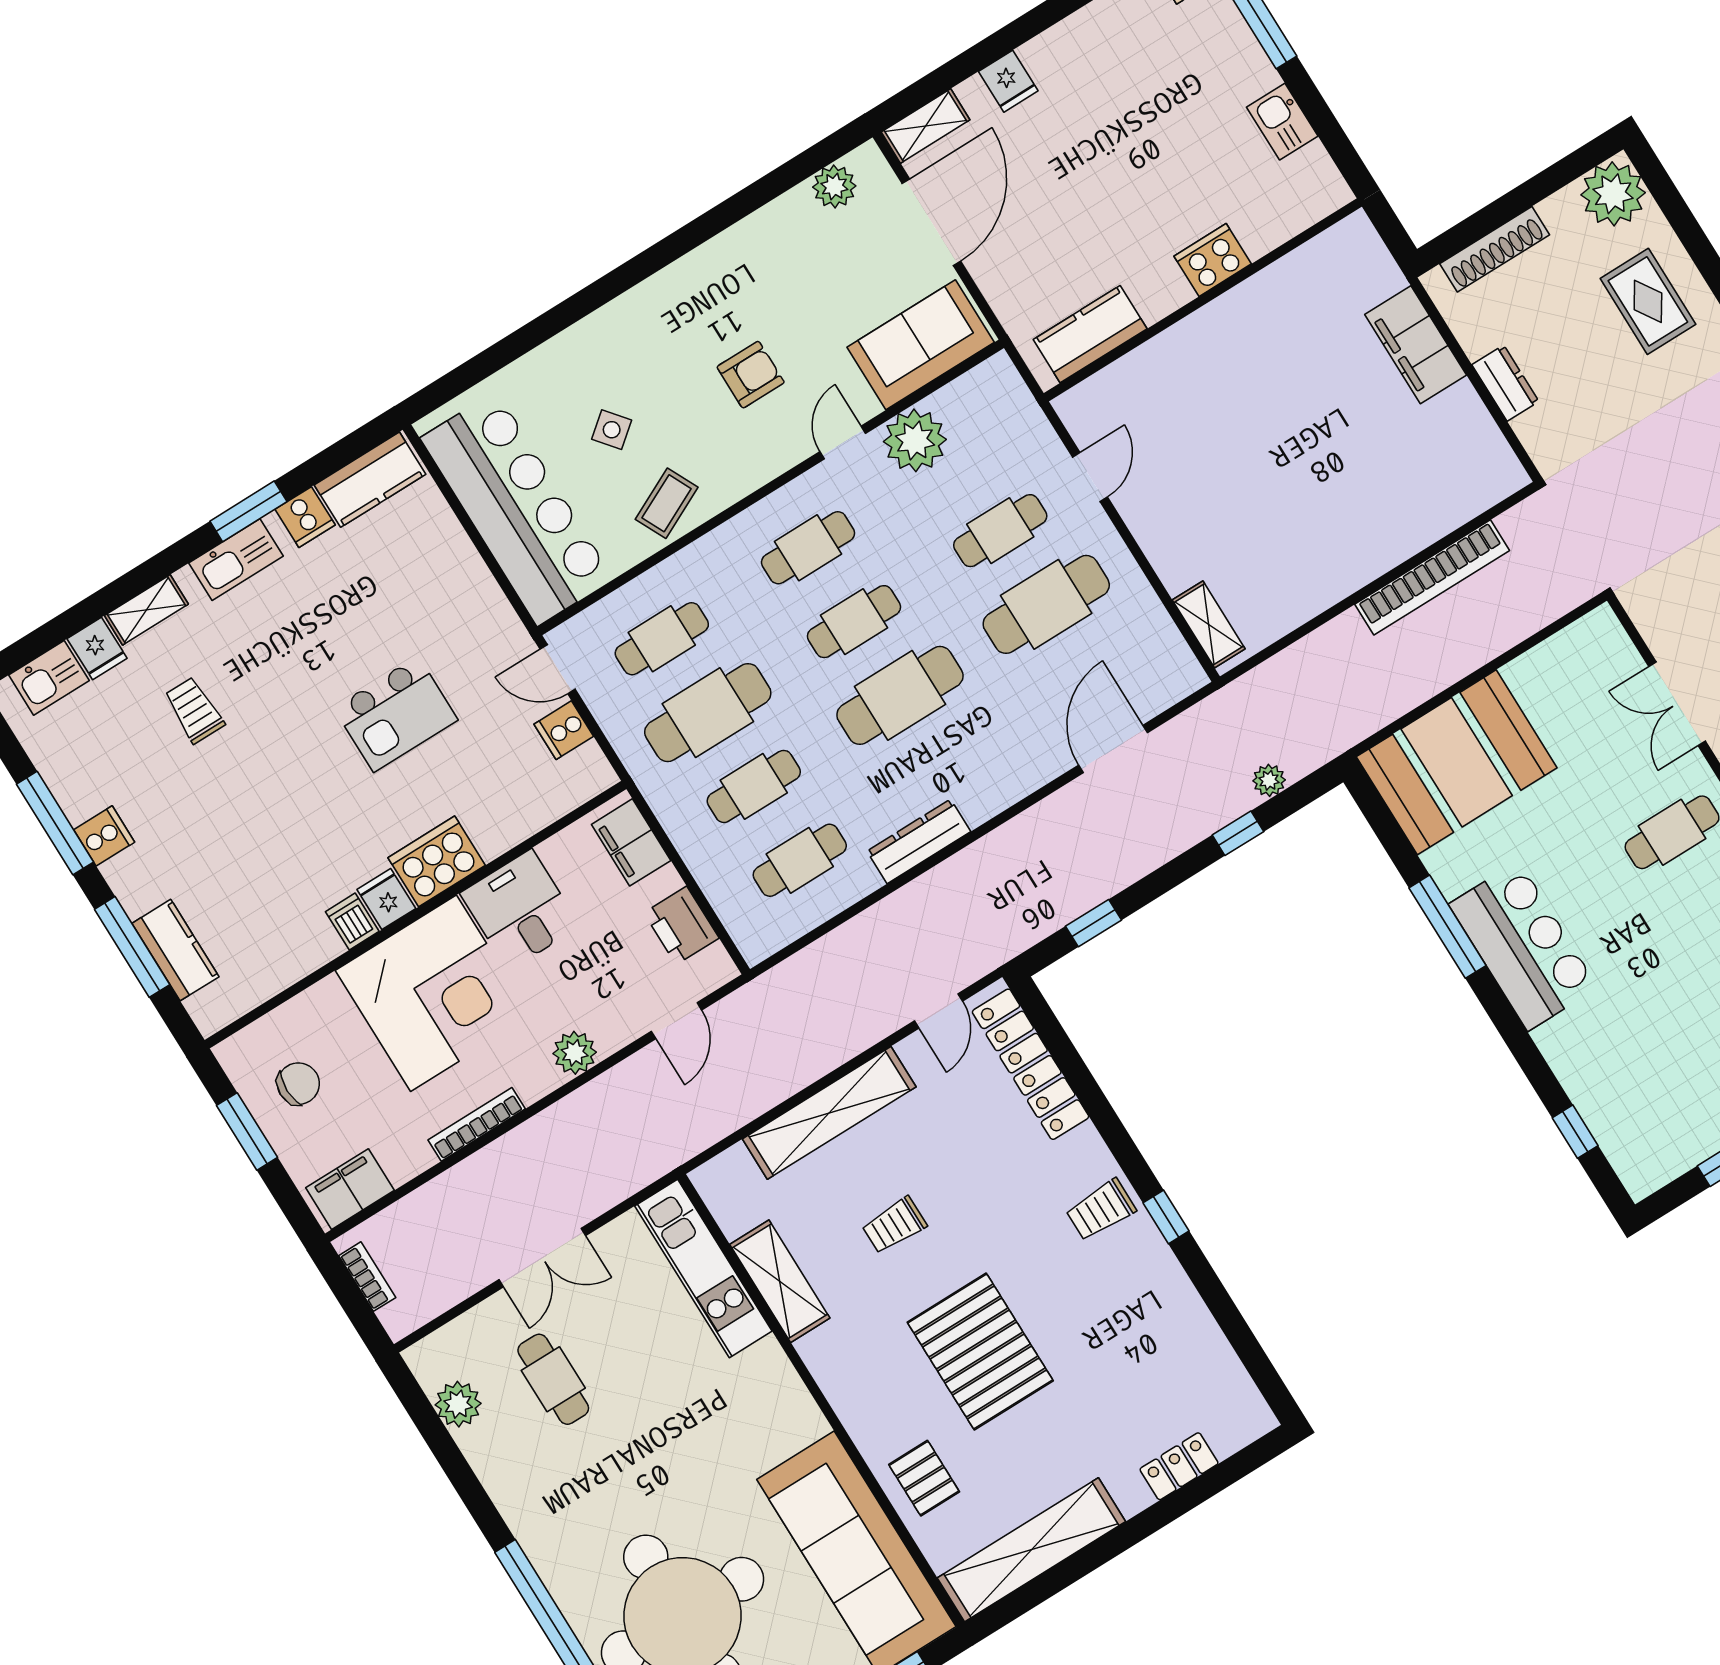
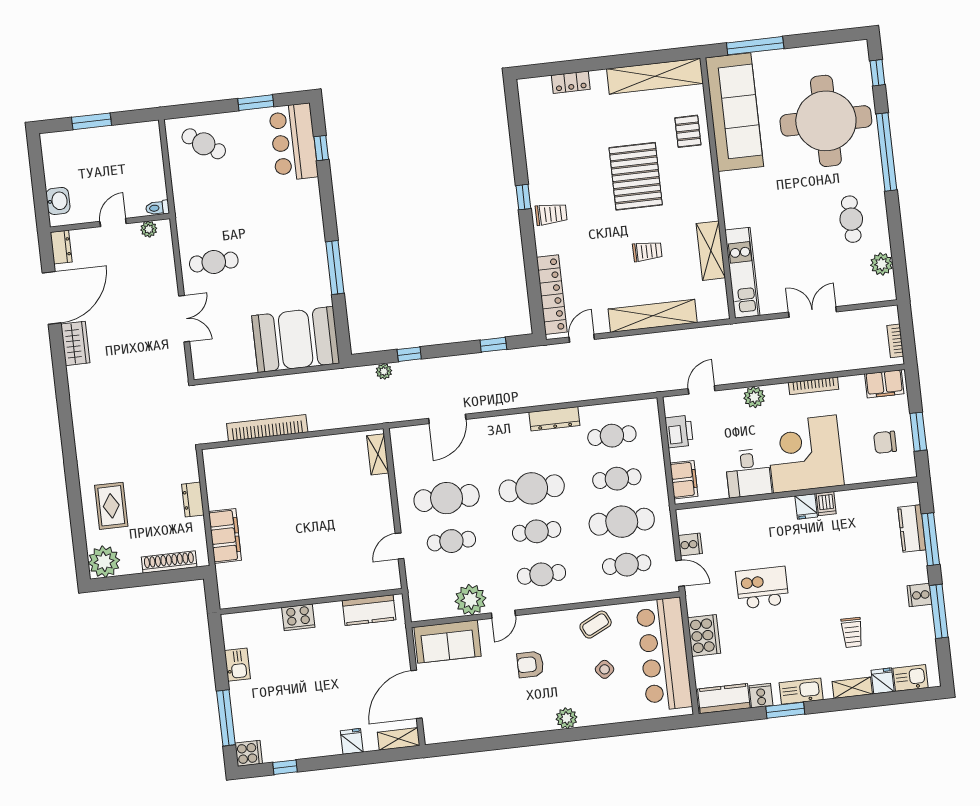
plant: (834, 186) -> (566, 718), moved
cooker: (437, 861) -> (704, 636), moved, turned -90
bar counter: (1523, 946) -> (293, 142), moved
cafe table: (553, 1379) -> (851, 219), moved

